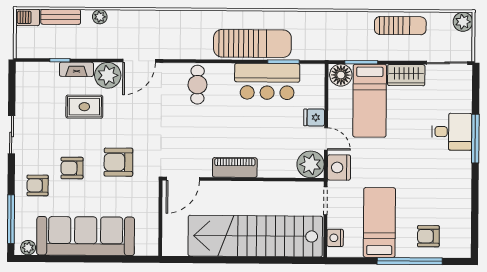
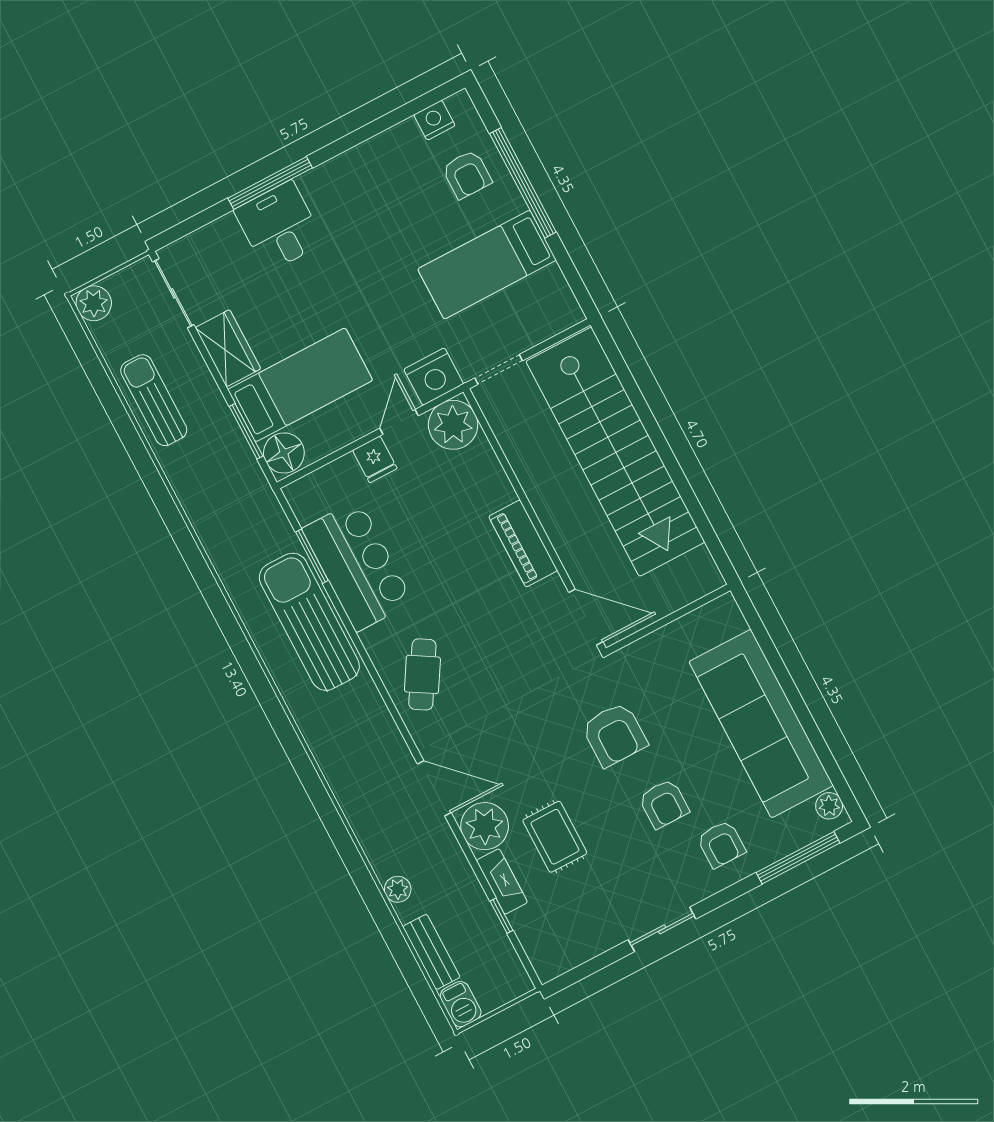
cafe table: (197, 85) -> (422, 674), turned -59
nightstand: (335, 238) -> (434, 120), moved, turned 180

